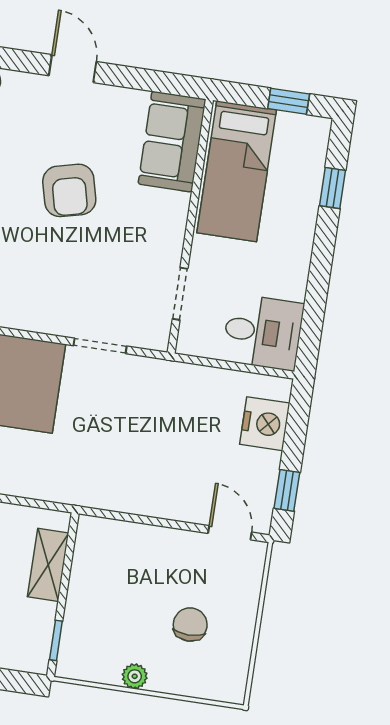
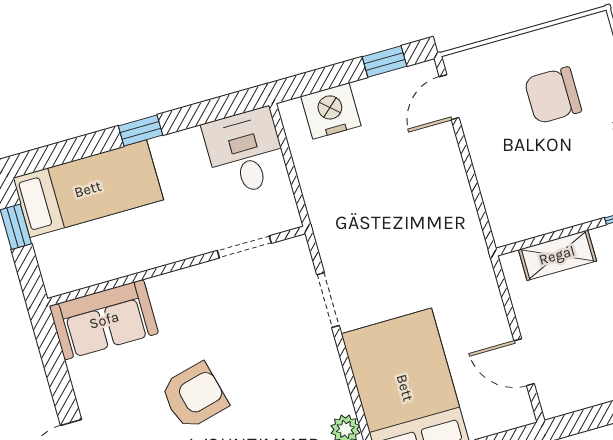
bed: (237, 171) -> (88, 189), moved
window: (333, 188) -> (140, 130), moved
chair: (190, 625) -> (553, 95), width x1.37, depth x1.37

